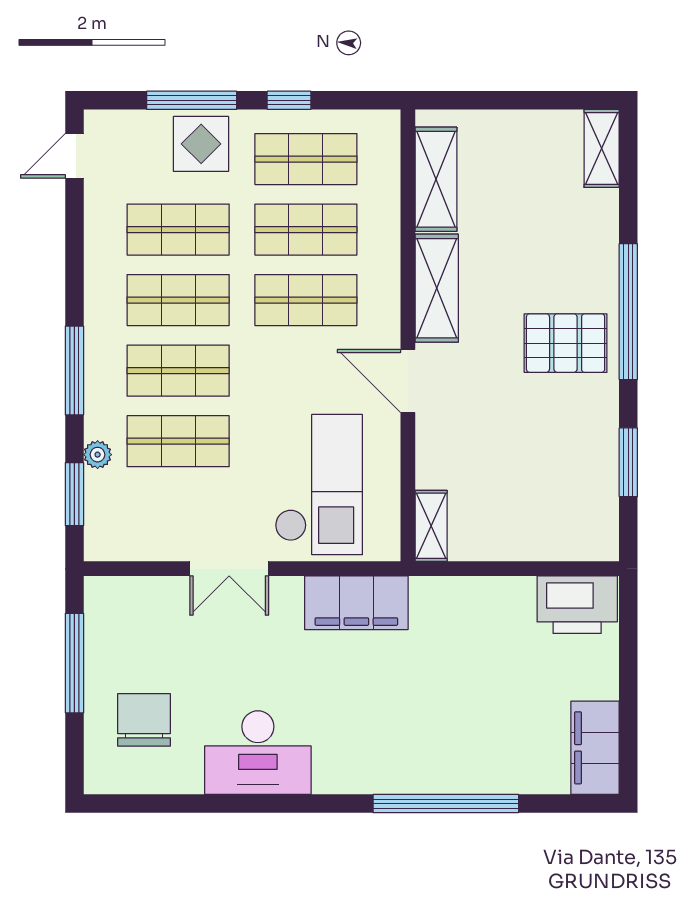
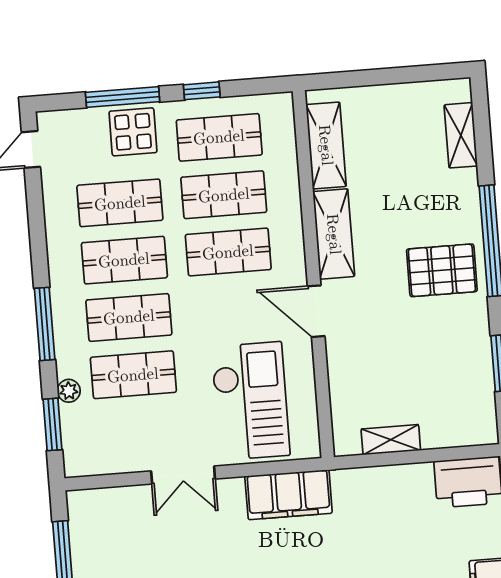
shelving: (602, 148) -> (461, 135), moved
shelving: (431, 526) -> (391, 440), moved, turned 90

